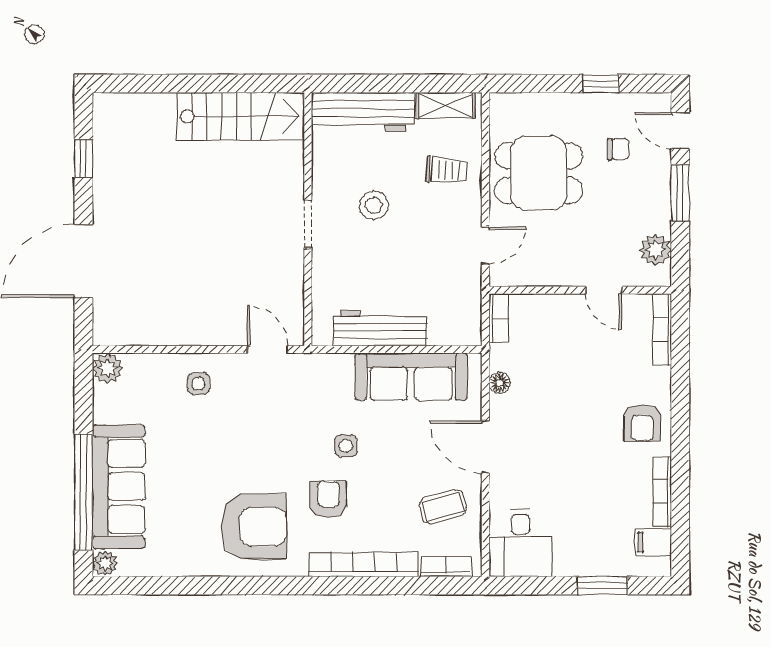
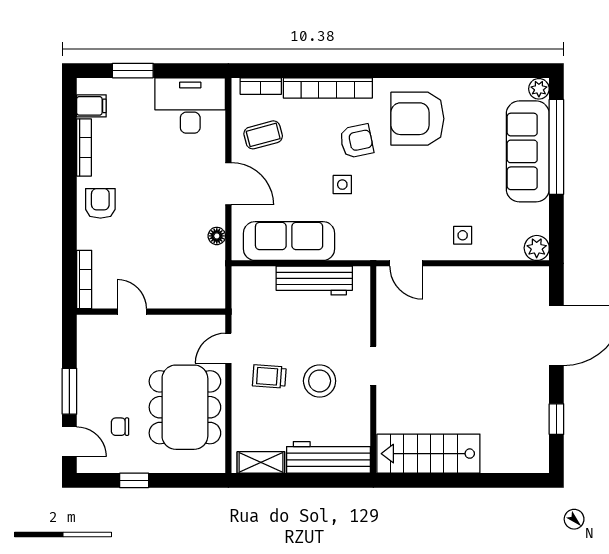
trolley: (446, 170) -> (269, 376), moved
dining table: (539, 173) -> (185, 407), width x1.38
stool: (374, 205) -> (320, 381), width x1.38, depth x1.38
plant: (656, 250) -> (90, 345), removed
bookcase: (499, 318) -> (218, 289), removed
armchair: (328, 499) -> (357, 141), turned -102
desk: (520, 543) -> (190, 106), width x1.37

